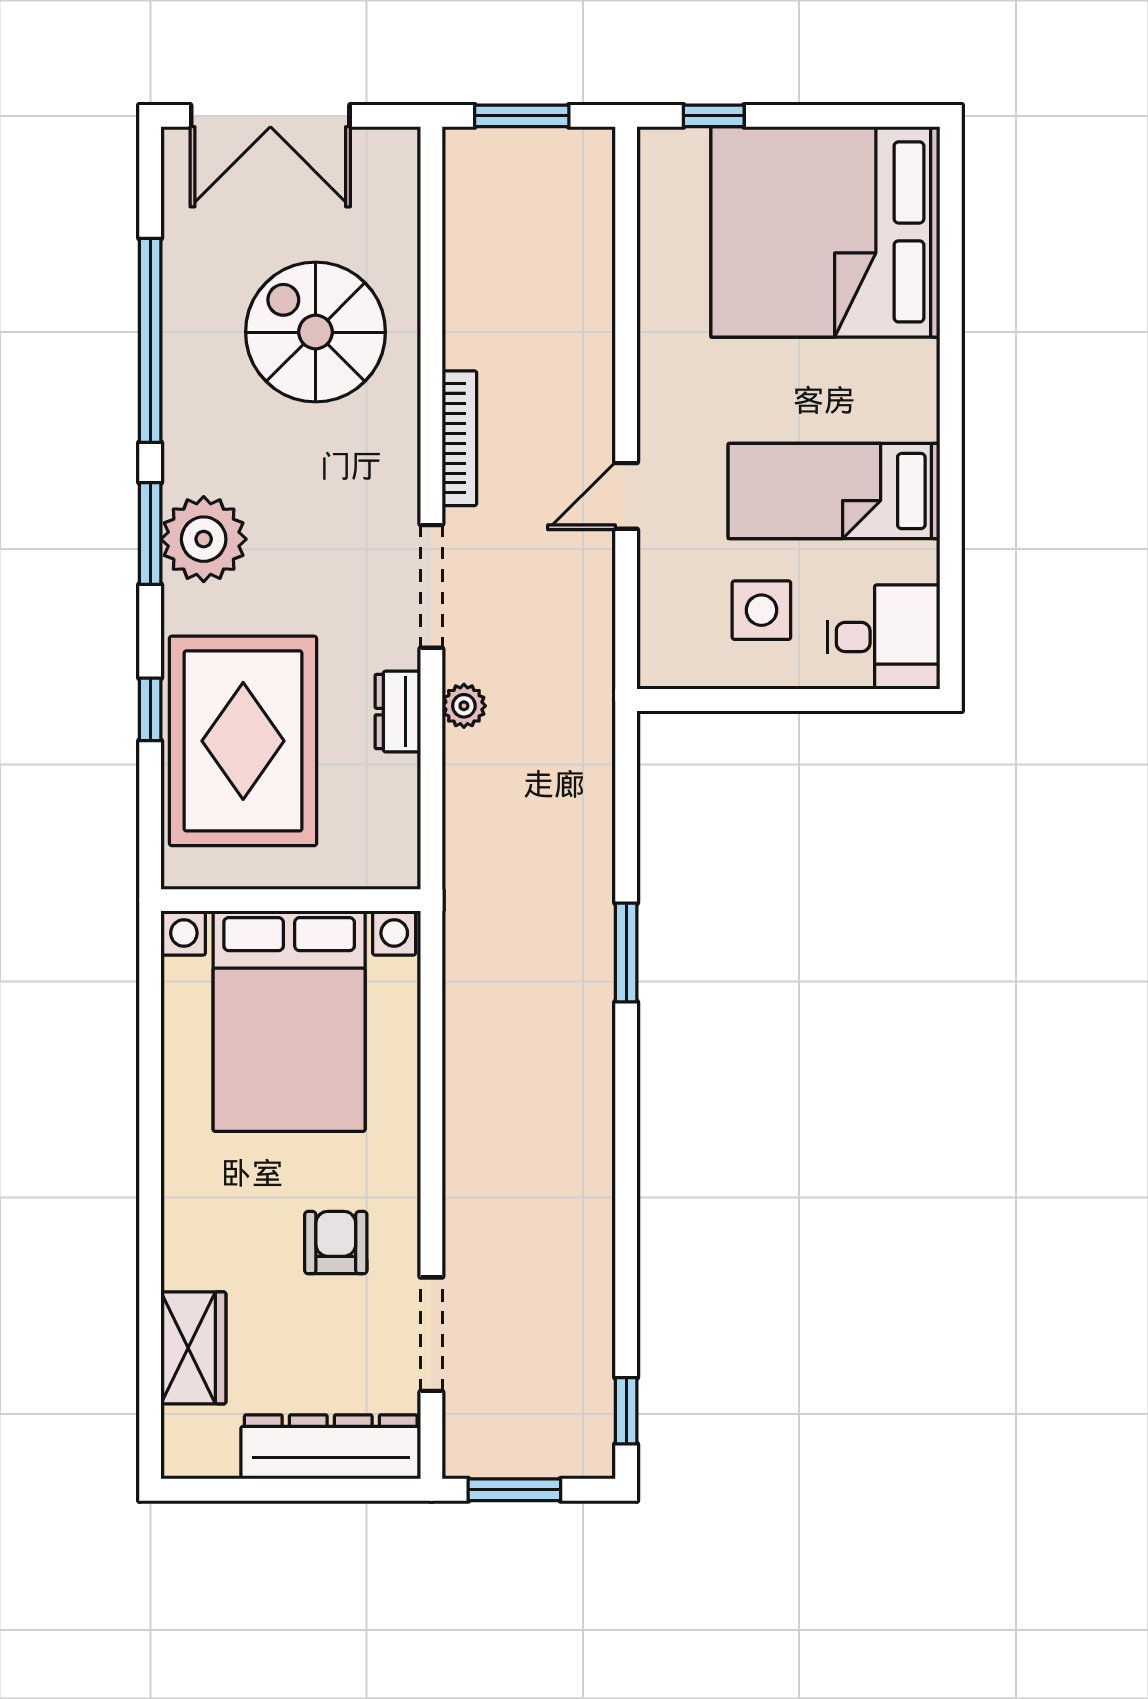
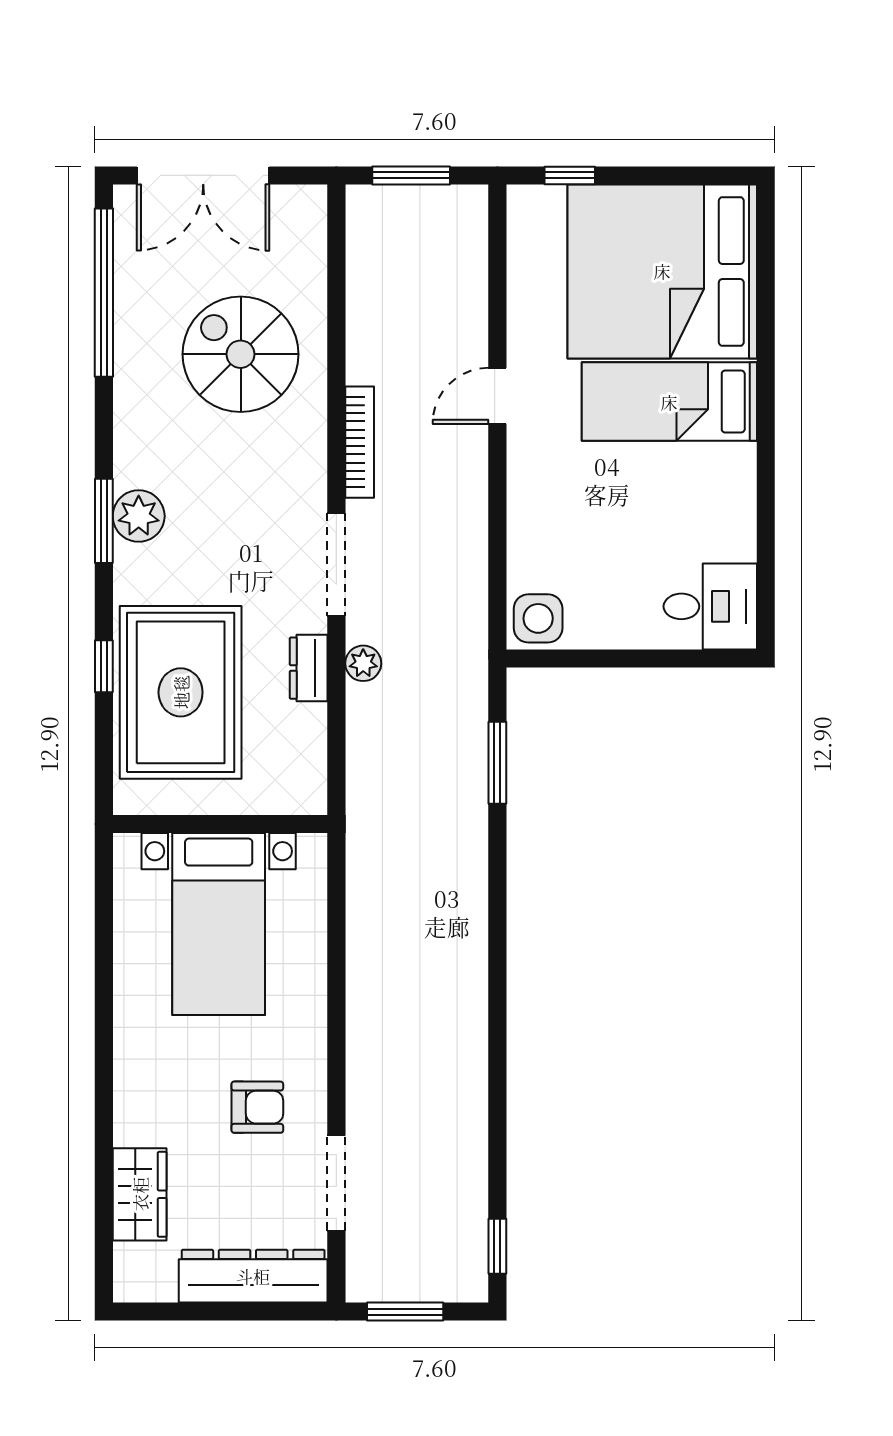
window: (150, 340) -> (104, 293), moved
bed: (834, 491) -> (669, 402), moved
door: (626, 496) -> (497, 396), moved
plant: (204, 539) -> (139, 516), width x0.73, depth x0.73
side table: (761, 610) -> (538, 618), moved
window: (626, 952) -> (497, 763), moved
bed with nightstands: (289, 1021) -> (219, 924), width x0.73
armchair: (336, 1243) -> (257, 1107), turned 90

